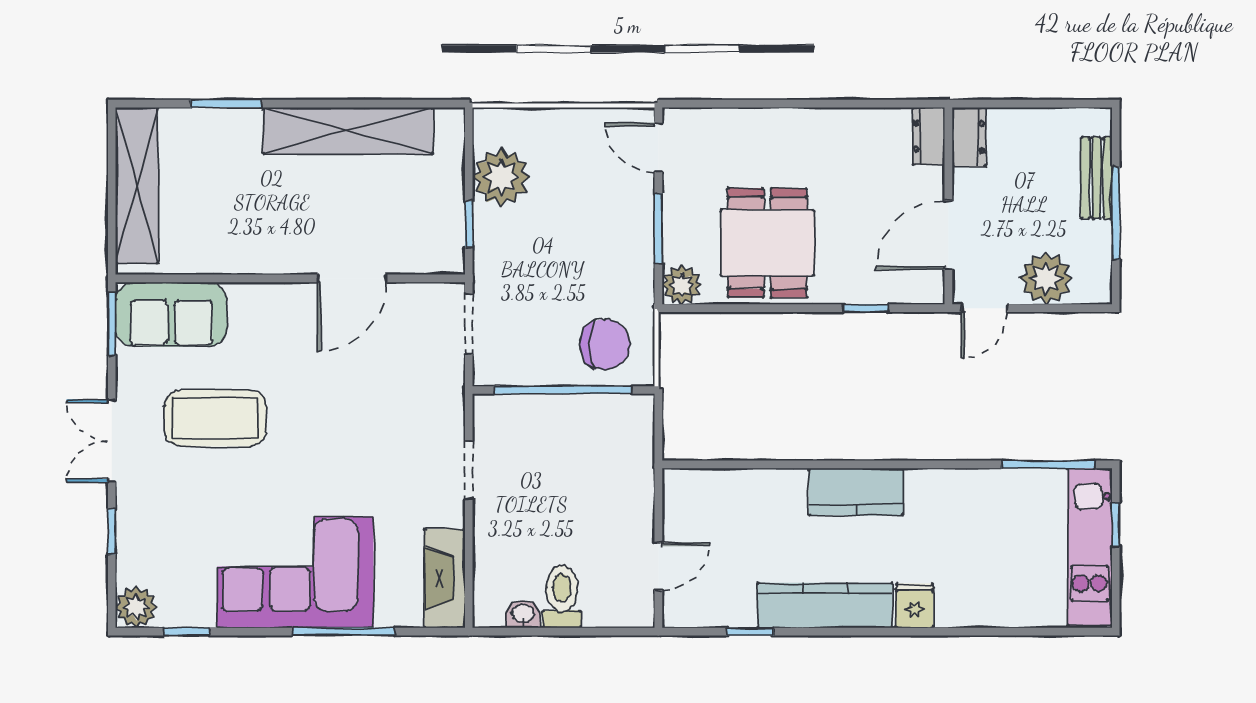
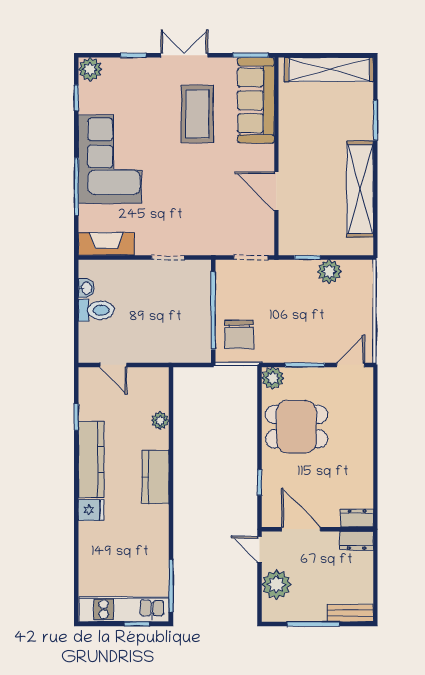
plant: (501, 177) -> (329, 272), width x0.73, depth x0.73
bench: (1097, 178) -> (350, 613), moved
sofa: (171, 314) -> (256, 100), width x1.36
plant: (757, 484) -> (160, 421), added

